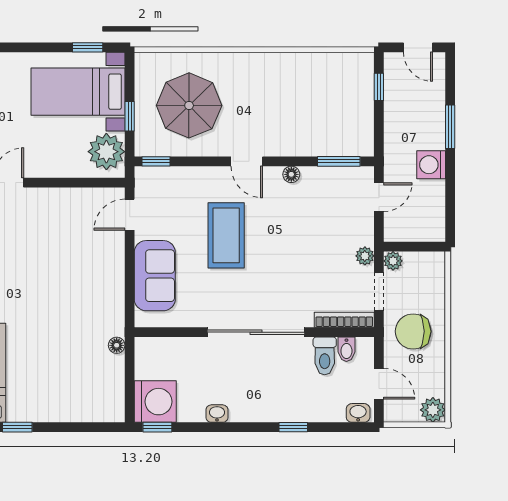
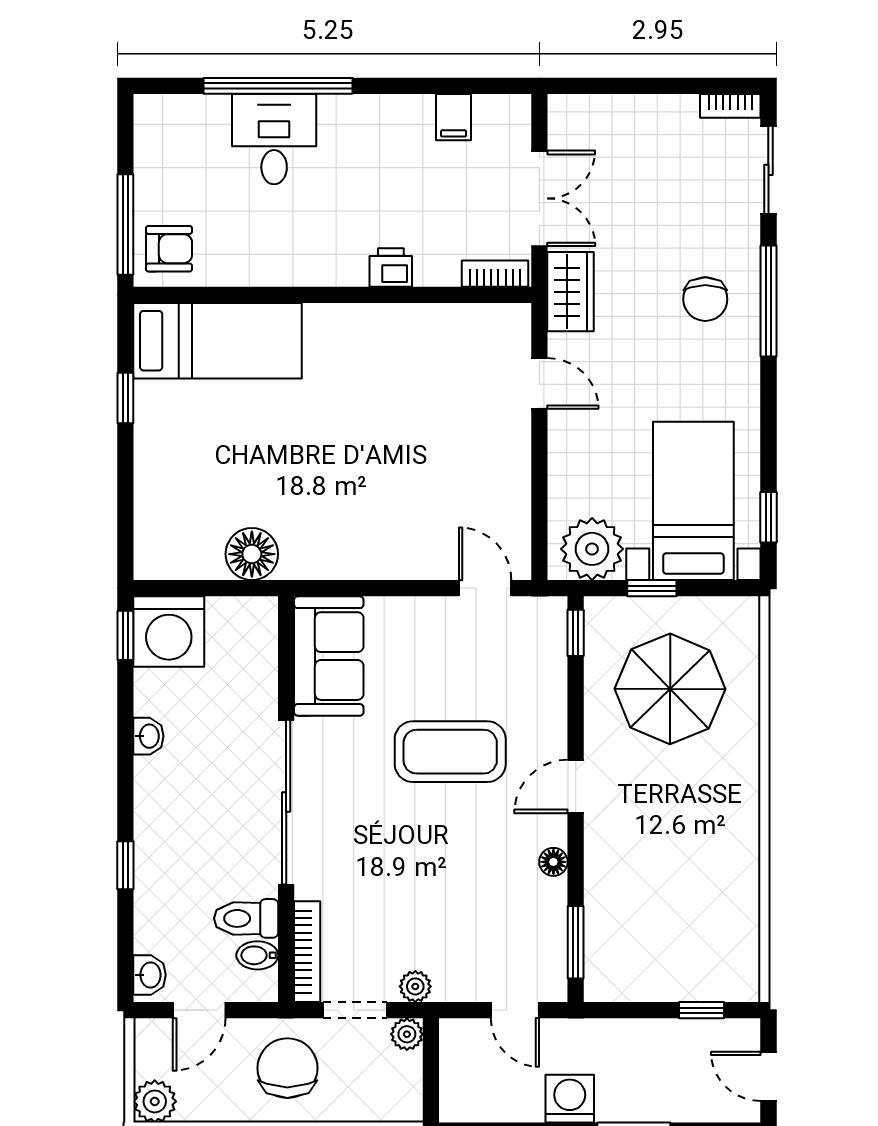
door: (418, 47) -> (768, 1076), hinge flipped
sofa: (155, 276) -> (329, 656), moved, turned -90
floor lamp: (117, 345) -> (252, 554), width x1.89, depth x1.89

